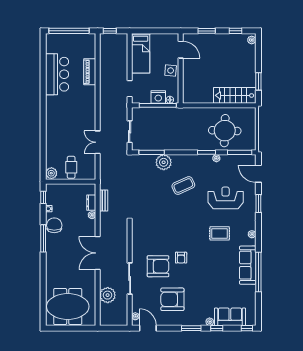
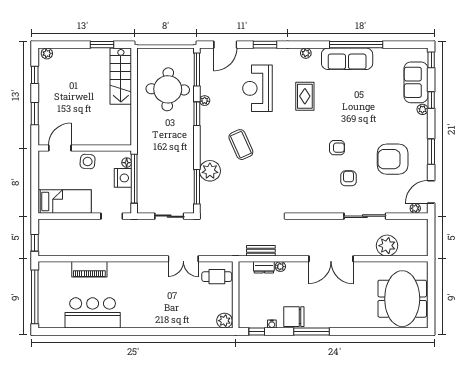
cafe table: (71, 167) -> (217, 277), moved
armchair: (158, 266) -> (349, 178), width x0.53, depth x0.53
armchair: (172, 299) -> (393, 159), turned 90
window: (191, 328) -> (431, 152), moved

